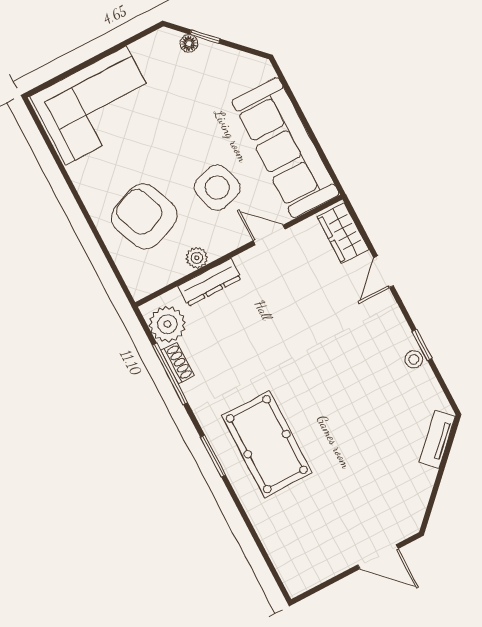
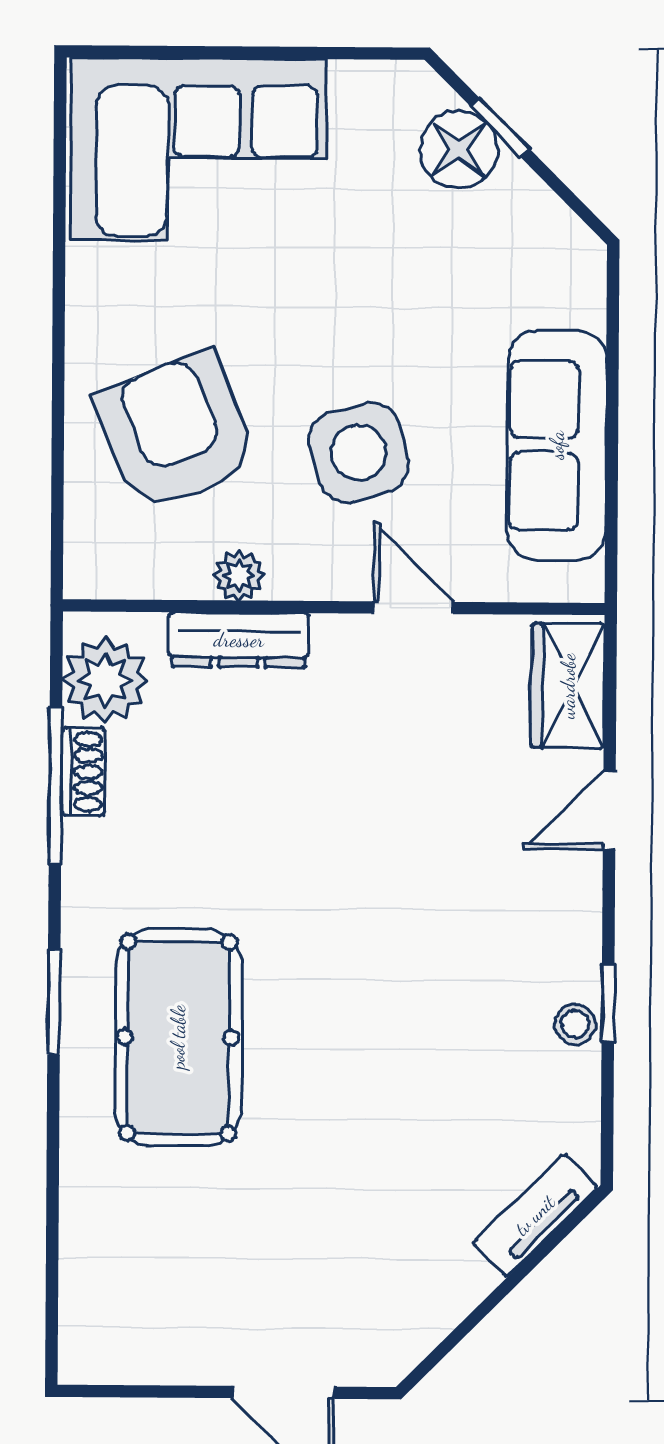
floor lamp: (189, 44) -> (459, 150), width x1.89, depth x1.89
sofa: (285, 148) -> (557, 445), width x0.74, depth x0.79

